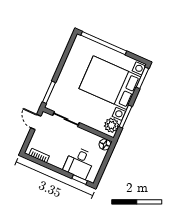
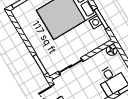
plant: (112, 125) -> (100, 34), removed

